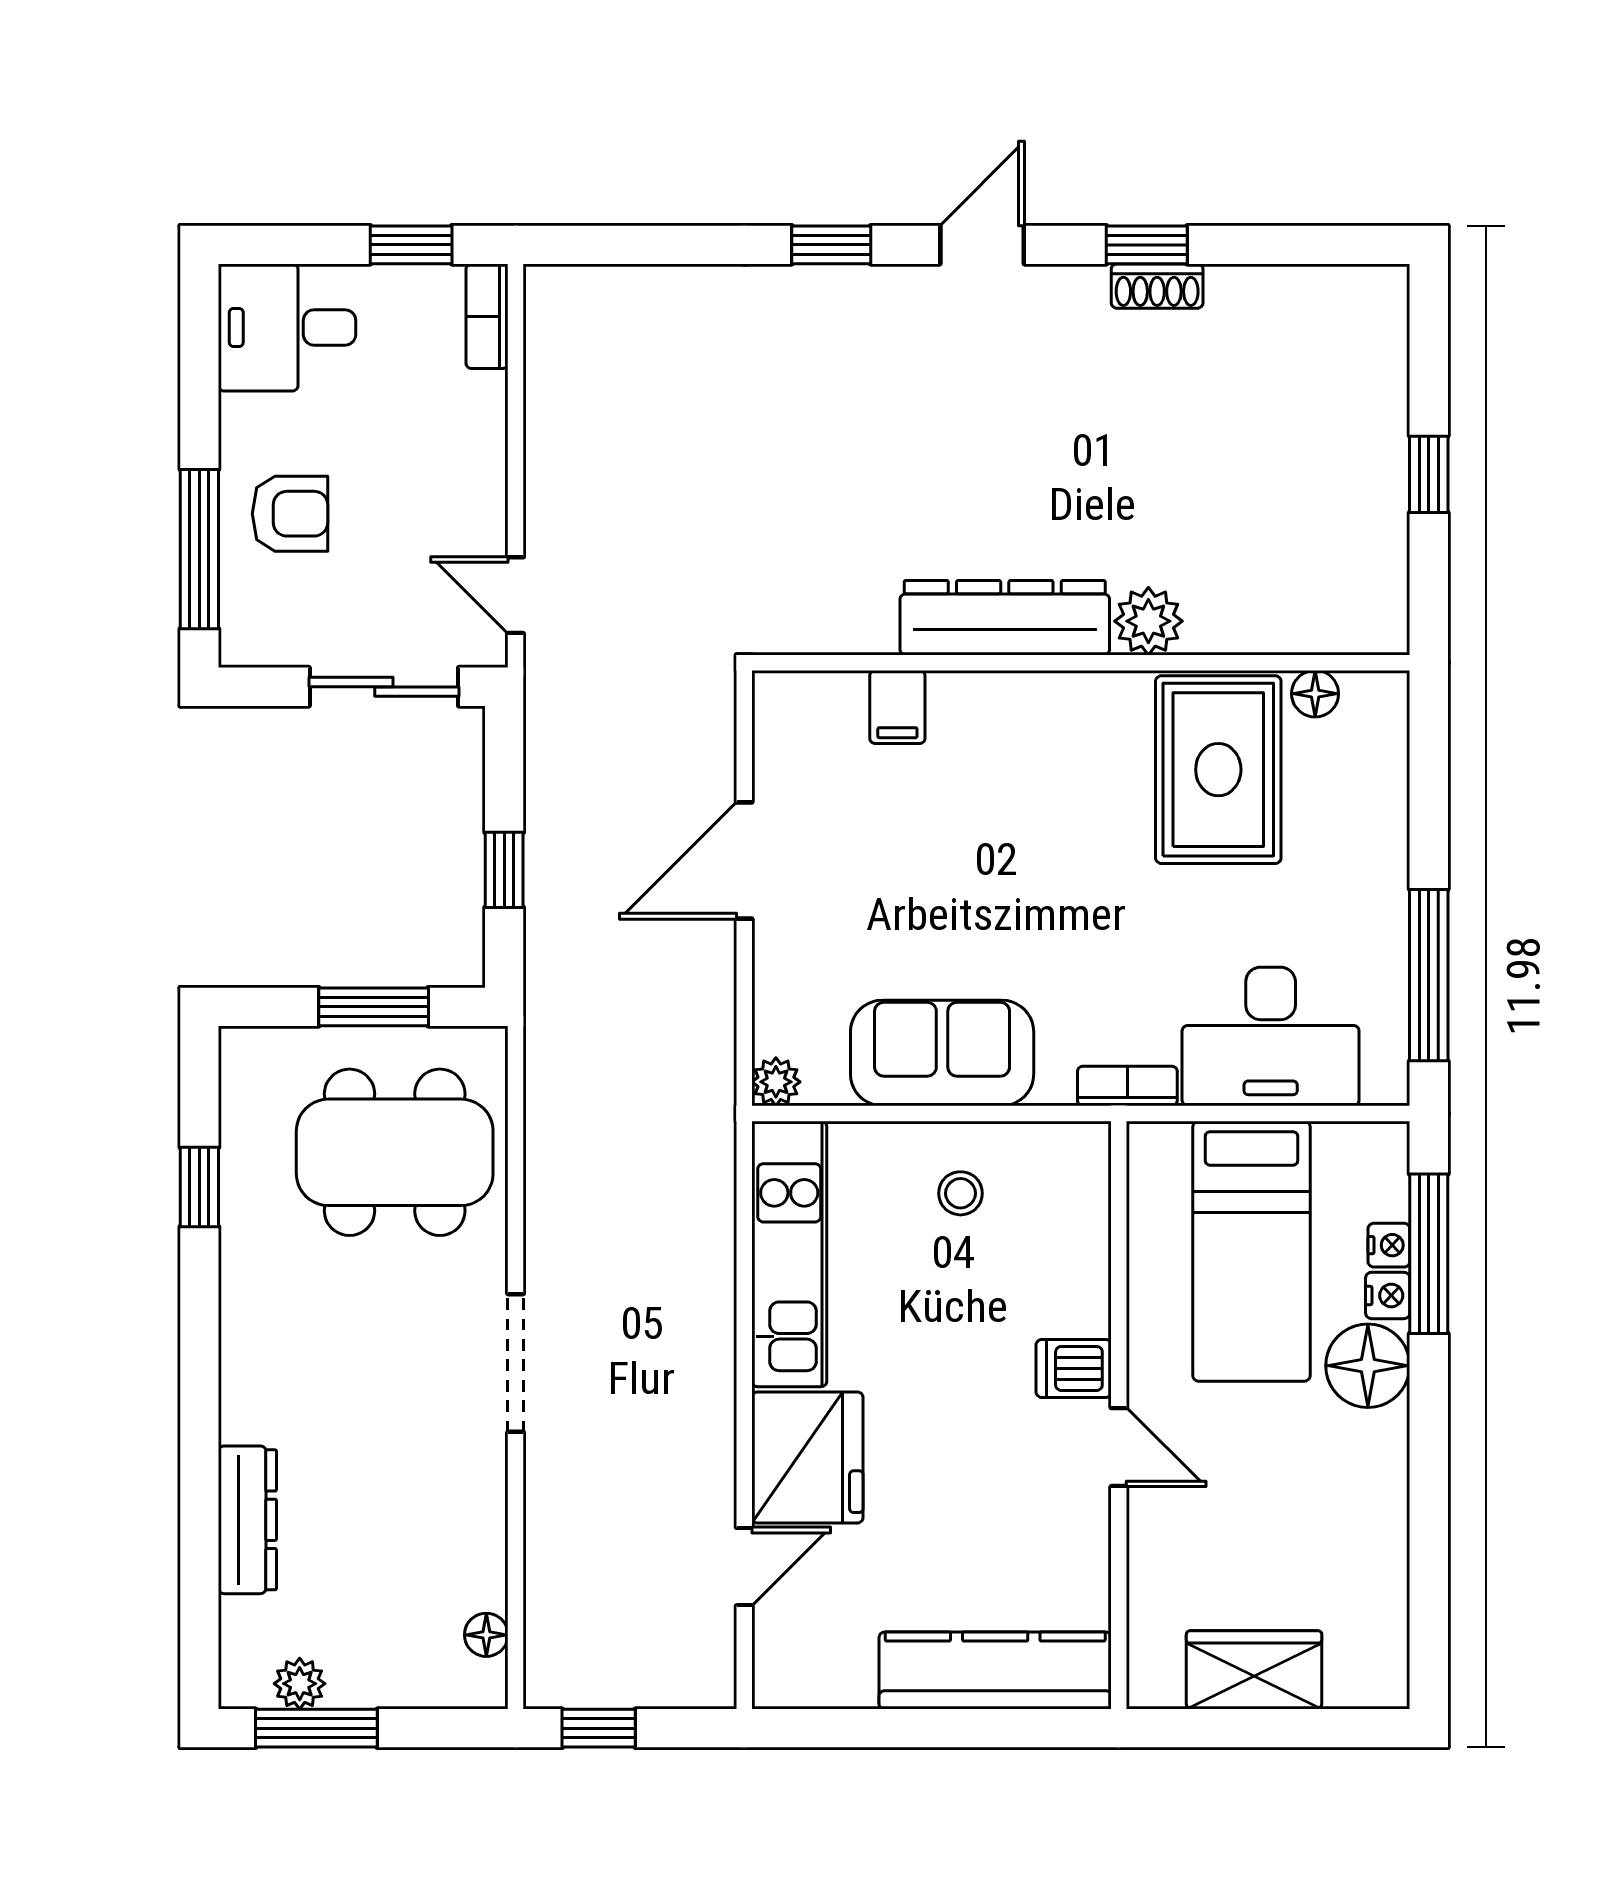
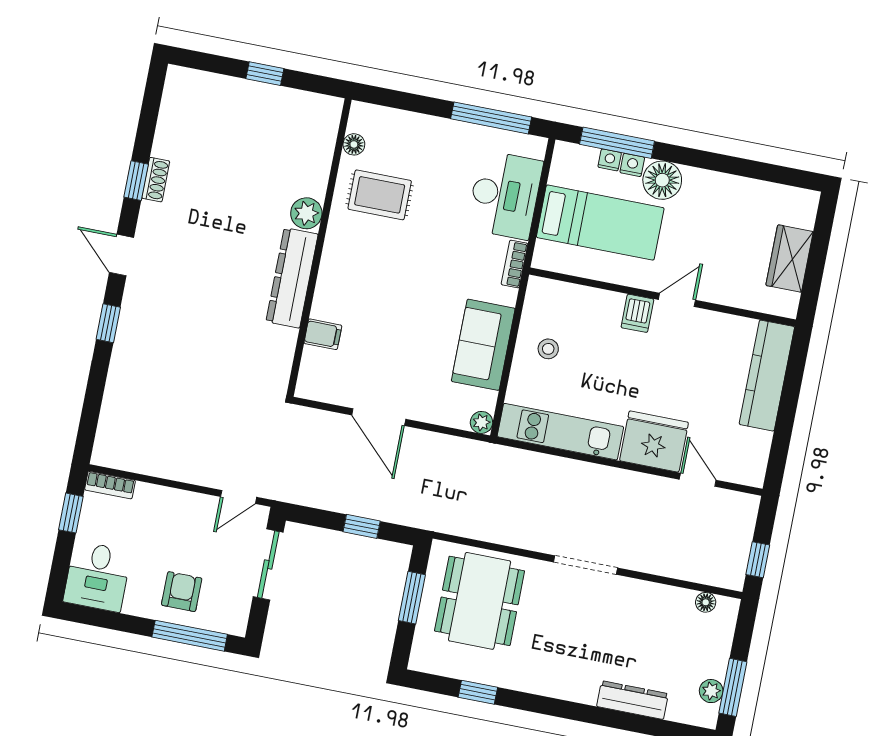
rug: (1218, 770) -> (380, 195), width x0.73, depth x0.70

